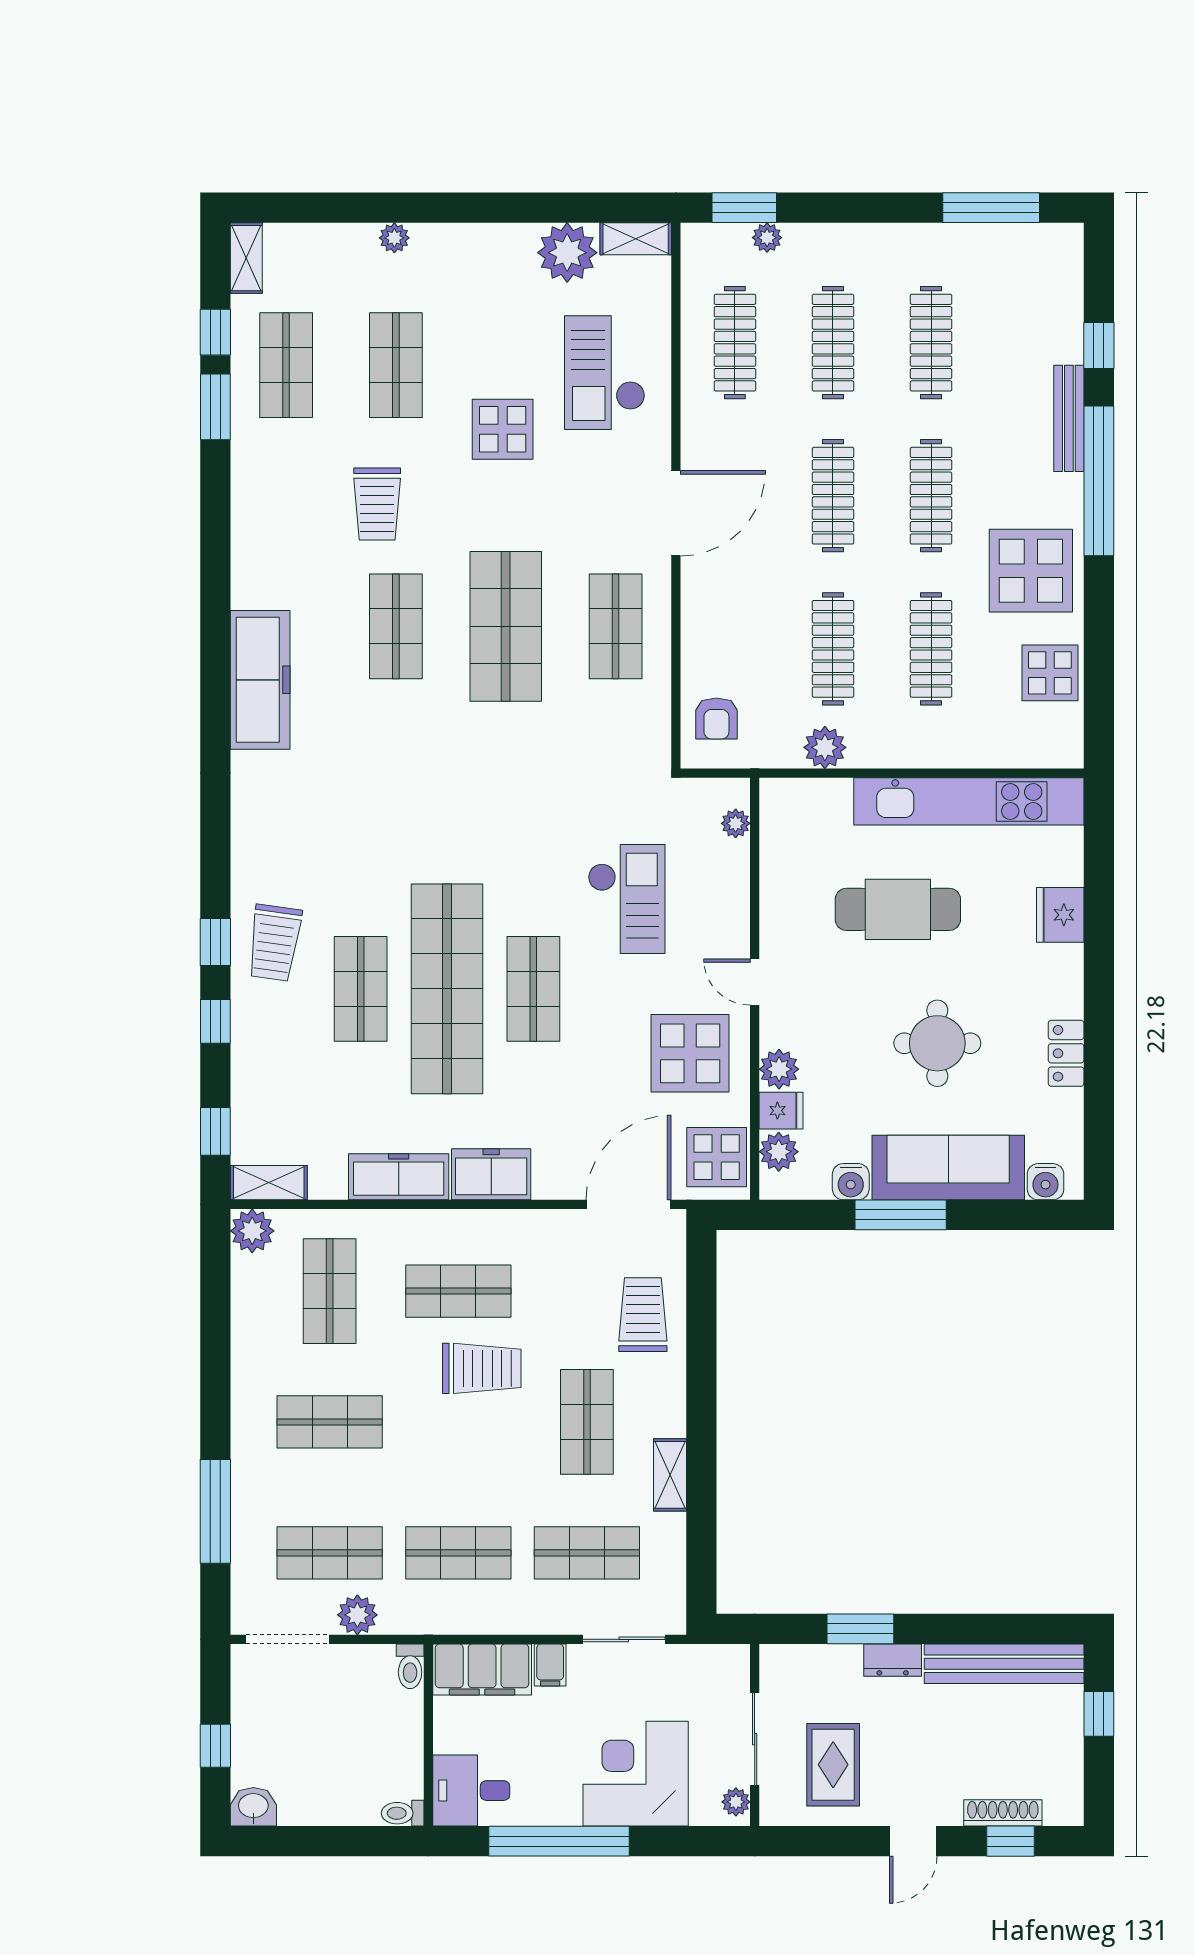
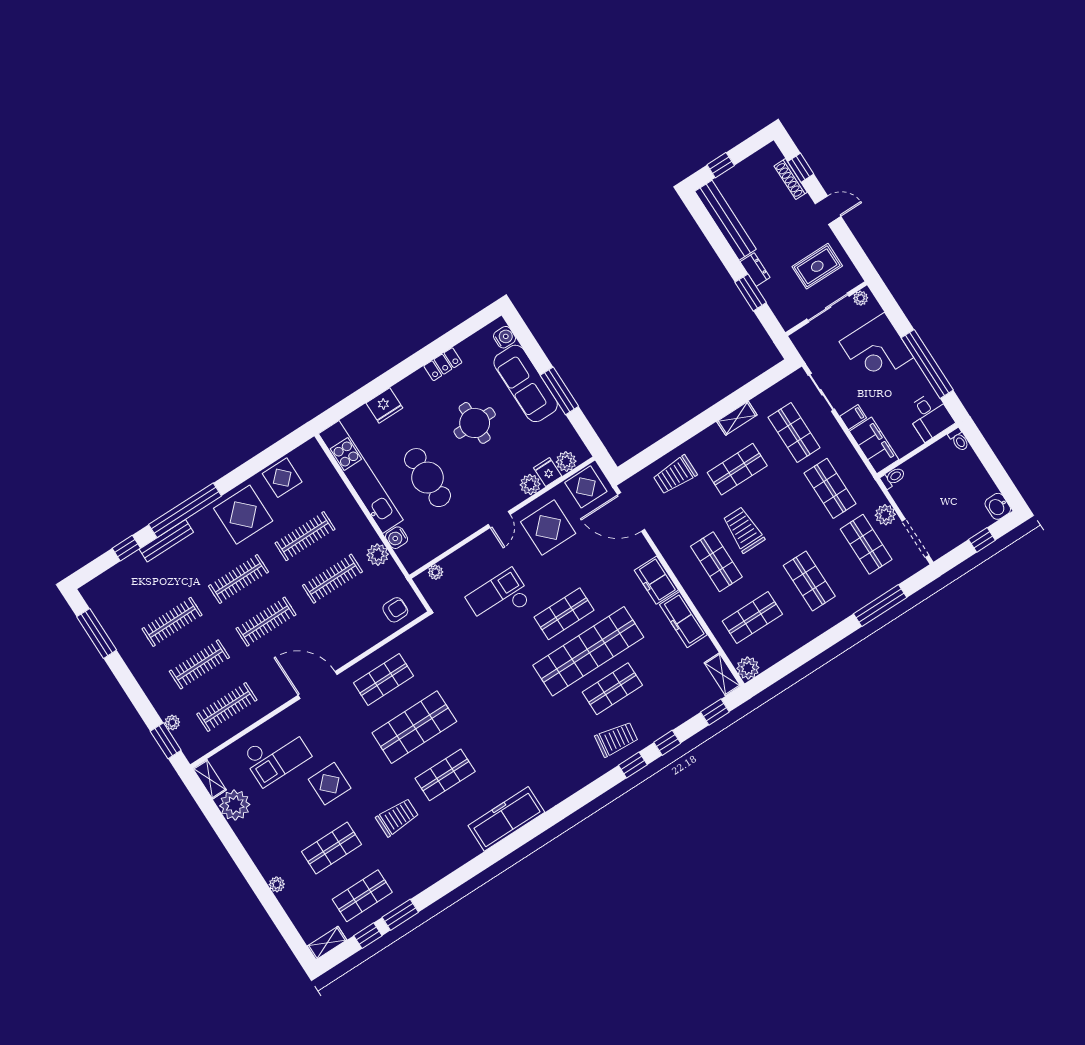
water cooler: (851, 1182) -> (397, 538), moved, turned 180

